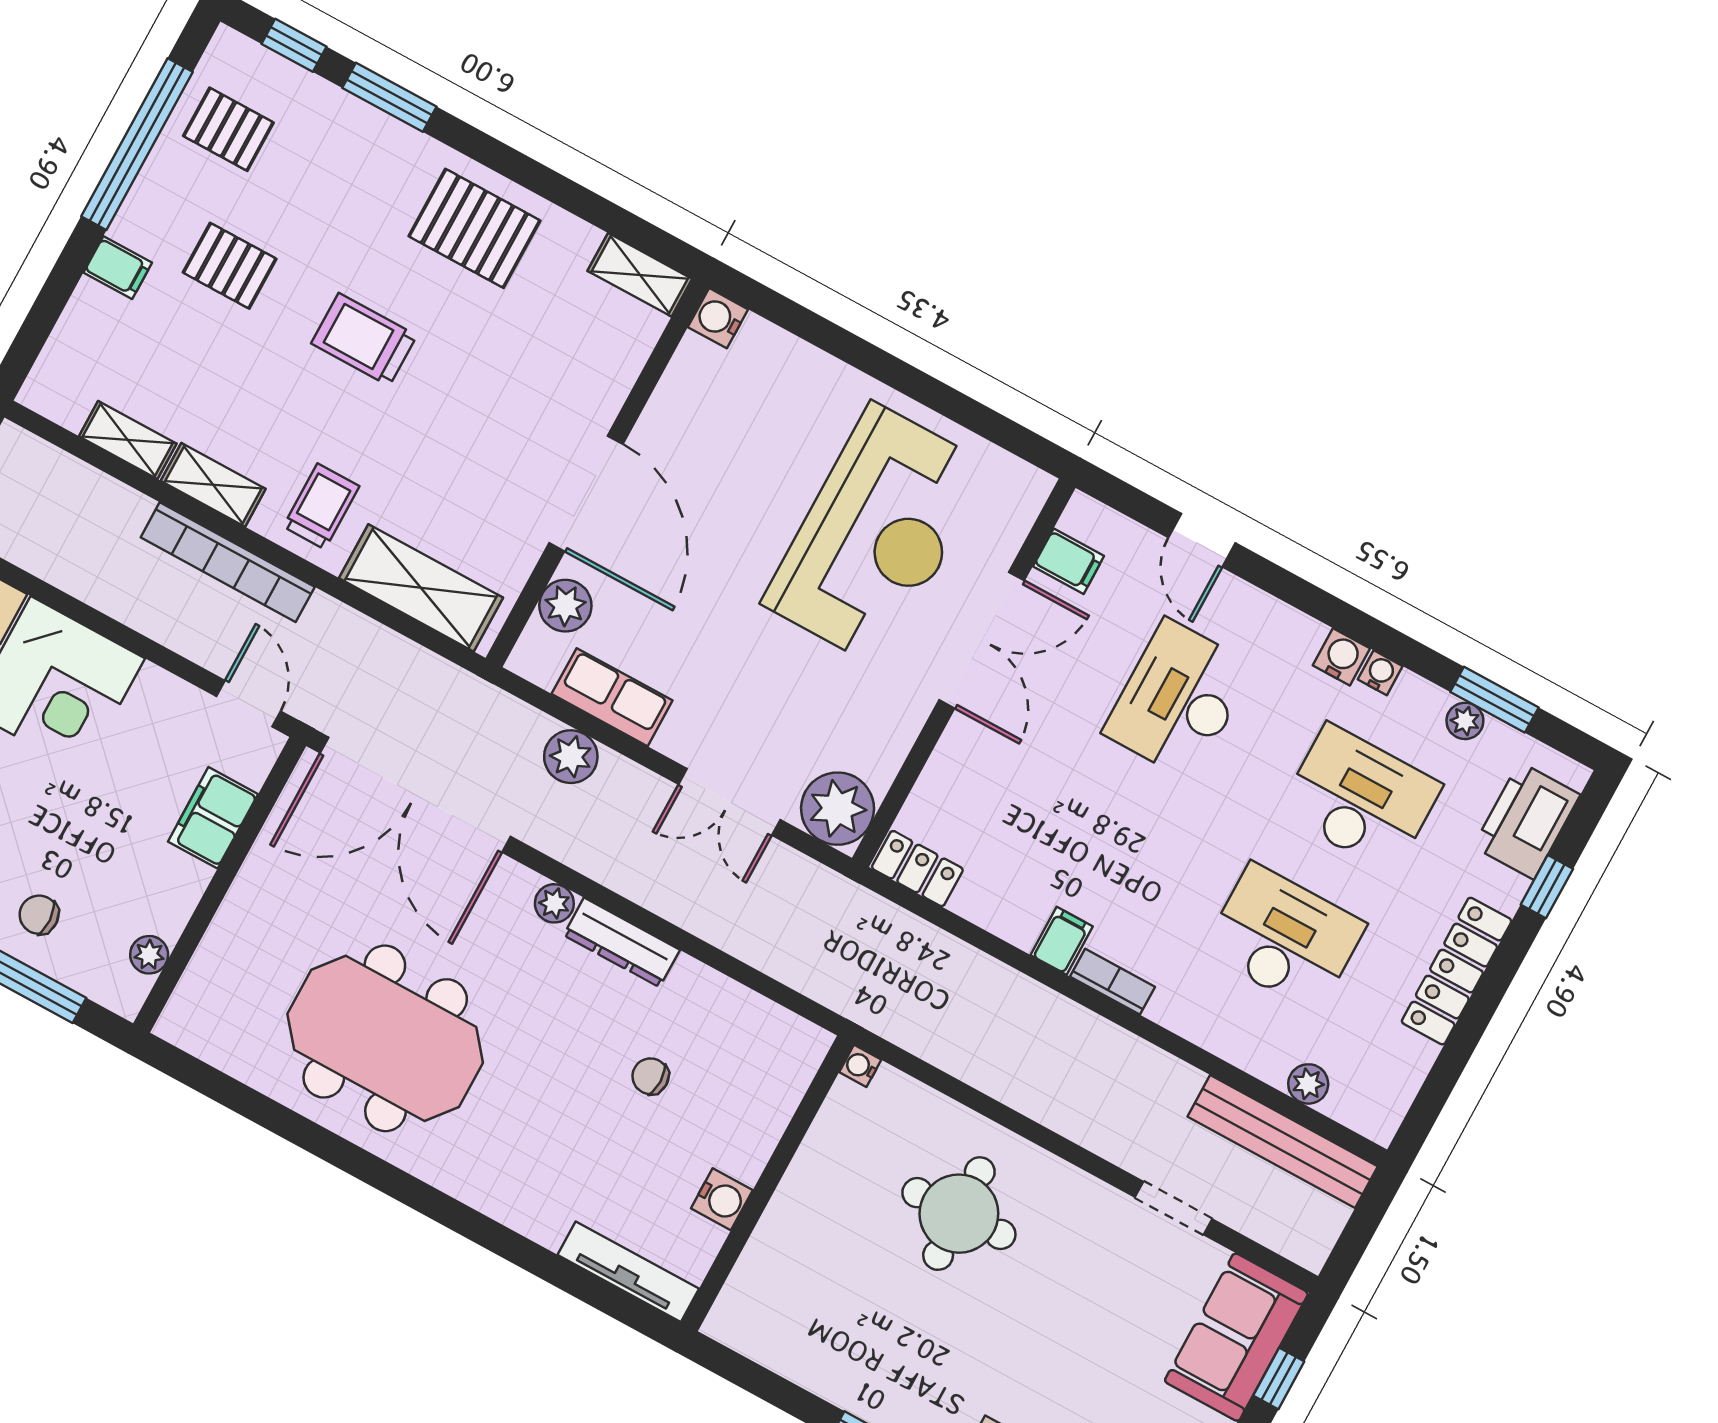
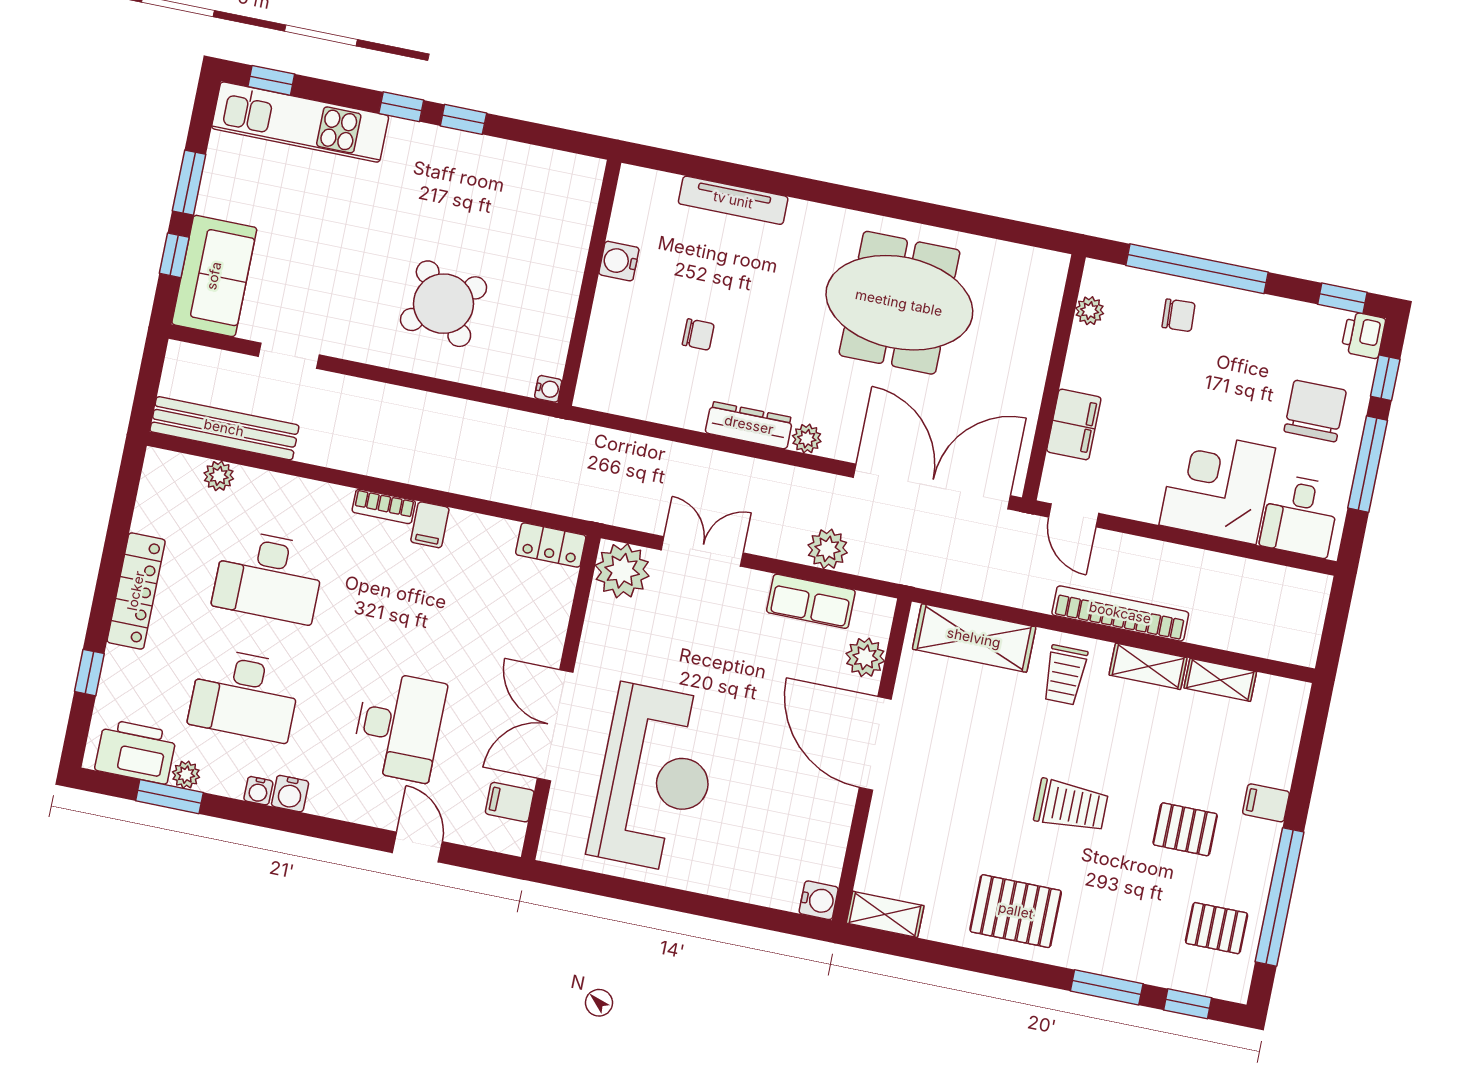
reception desk: (876, 535) -> (655, 778), turned 180
printer: (1527, 821) -> (136, 752), moved, turned -90
round table: (959, 1214) -> (443, 304), turned -36
tv unit: (628, 1272) -> (733, 200), moved

